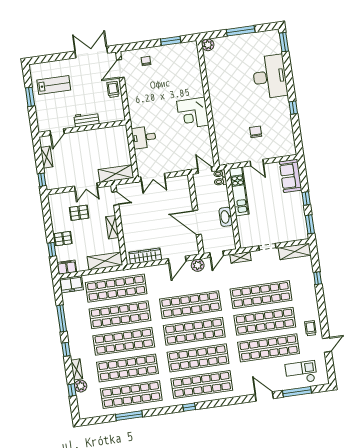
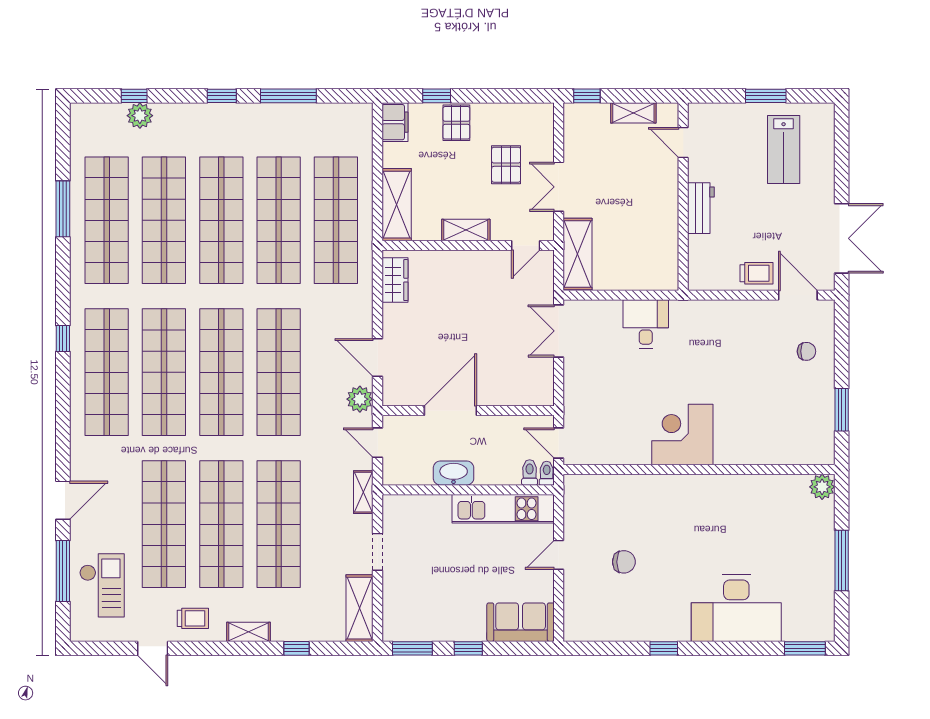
door: (205, 170) -> (559, 443), swing flipped
wardrobe: (145, 256) -> (395, 280), width x0.67
freezer: (71, 284) -> (357, 127), removed
shelving: (77, 369) -> (248, 632), moved

